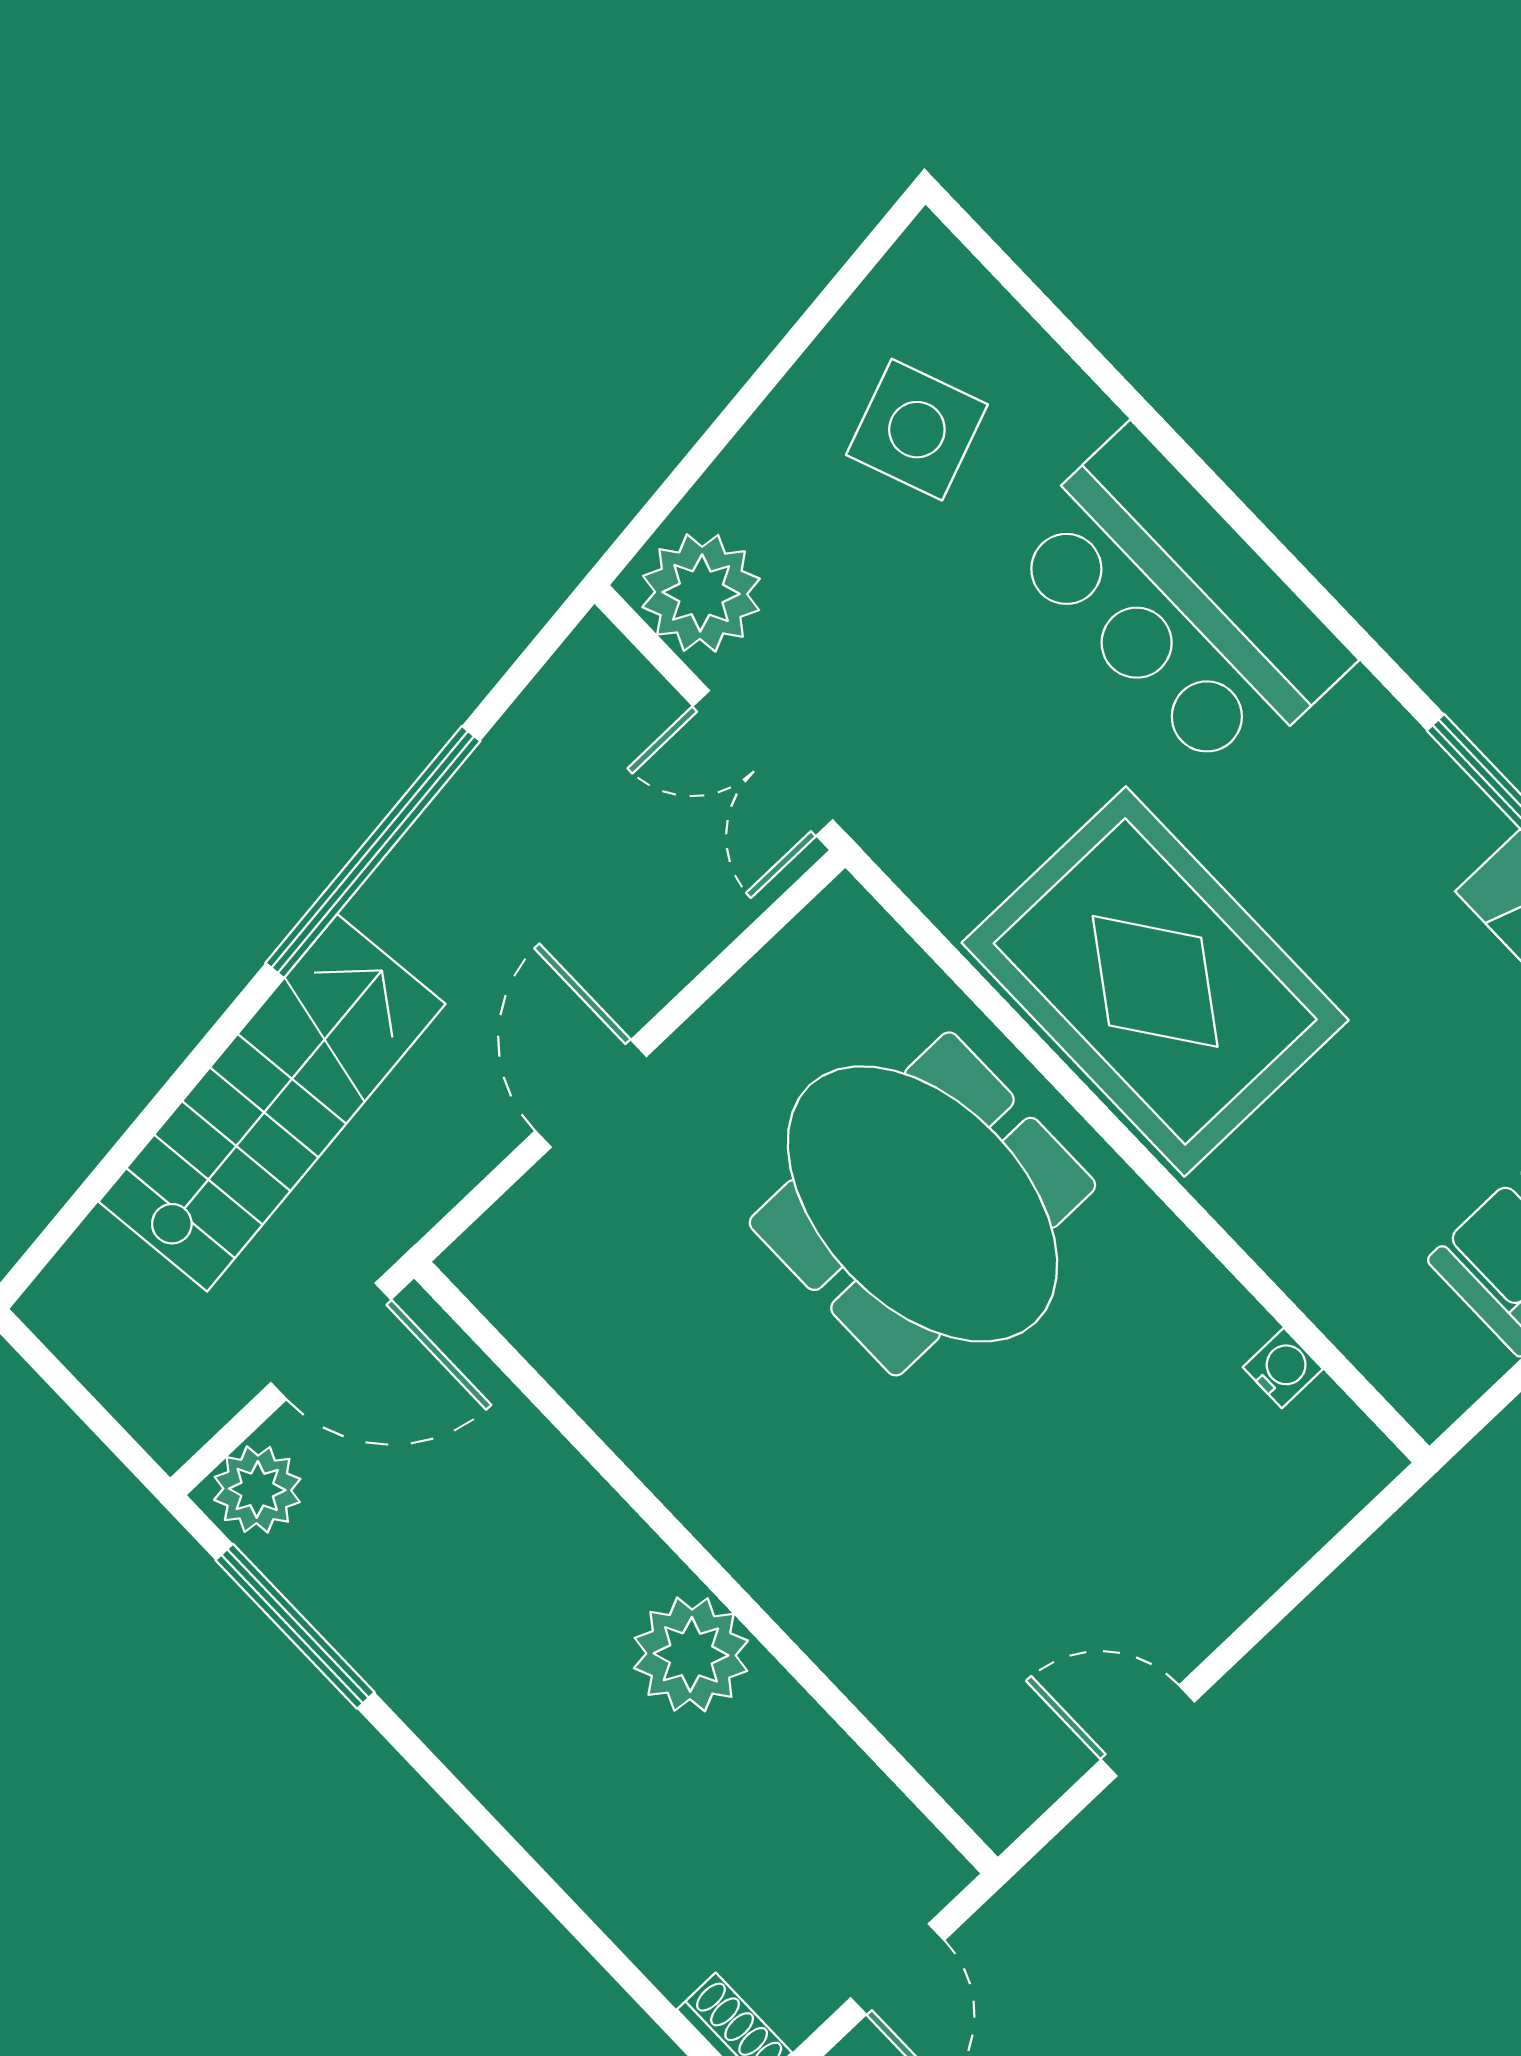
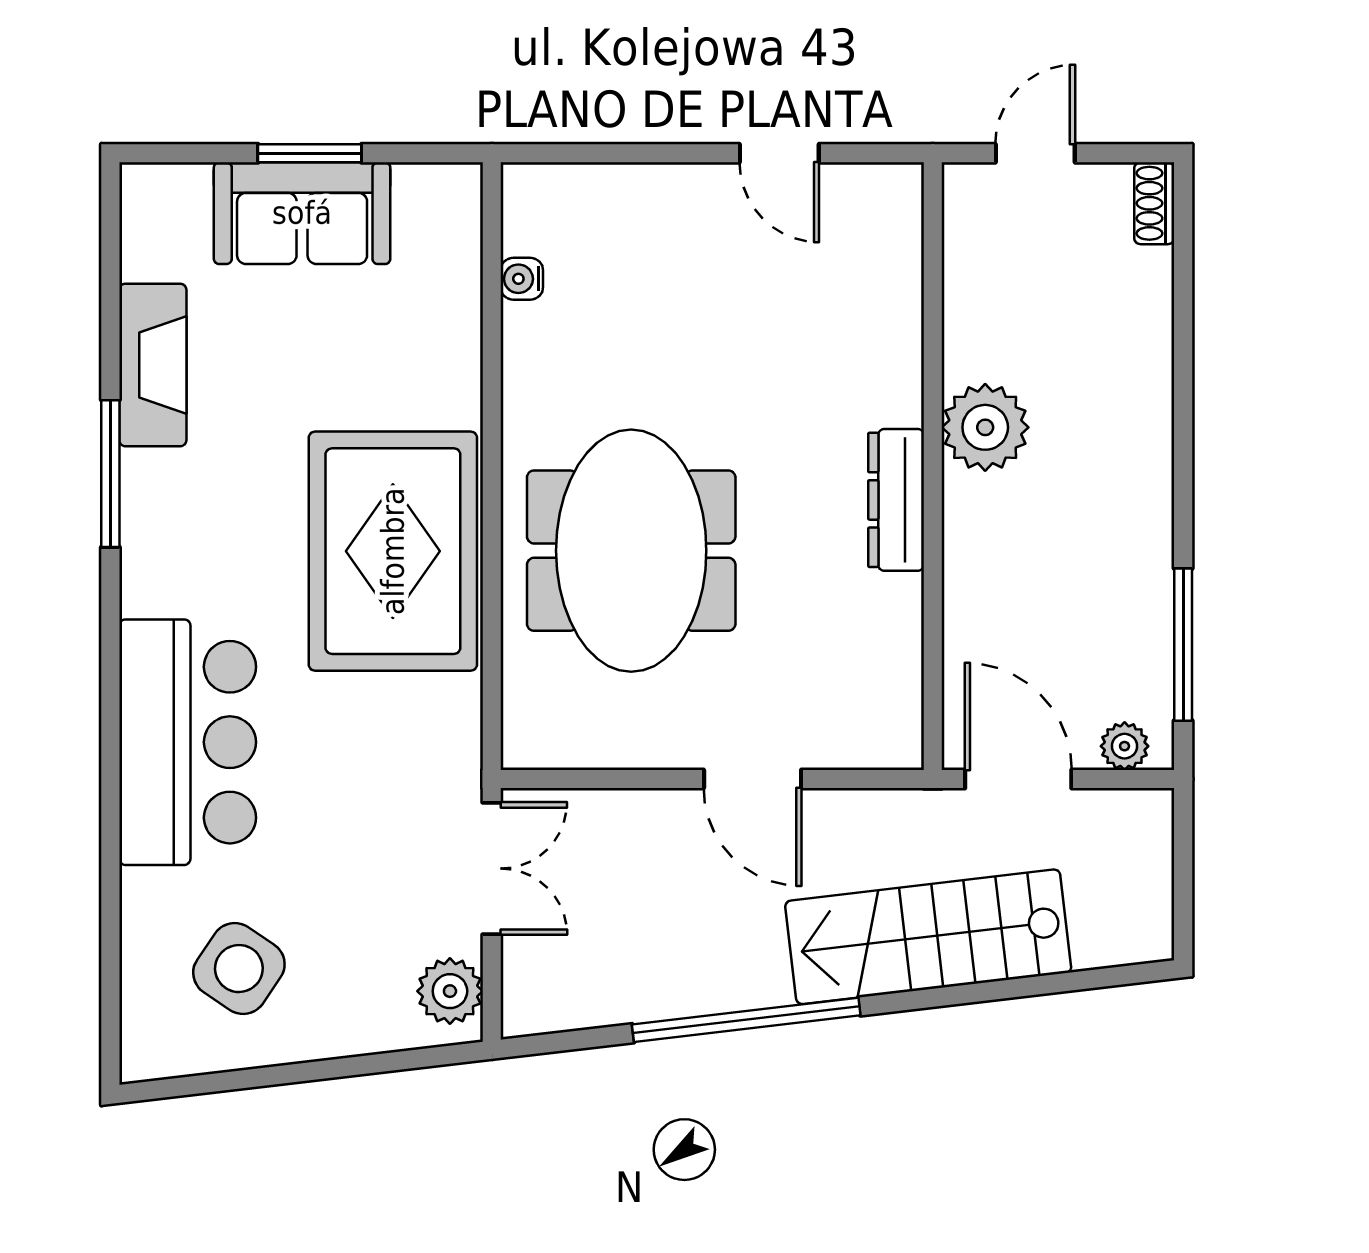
side table: (917, 430) -> (239, 969), turned -35
plant: (701, 593) -> (450, 991), width x0.73, depth x0.73
door: (591, 1094) -> (753, 779), hinge flipped
plant: (257, 1489) -> (1125, 746), width x0.73, depth x0.73
dresser: (711, 1500) -> (896, 500), added

